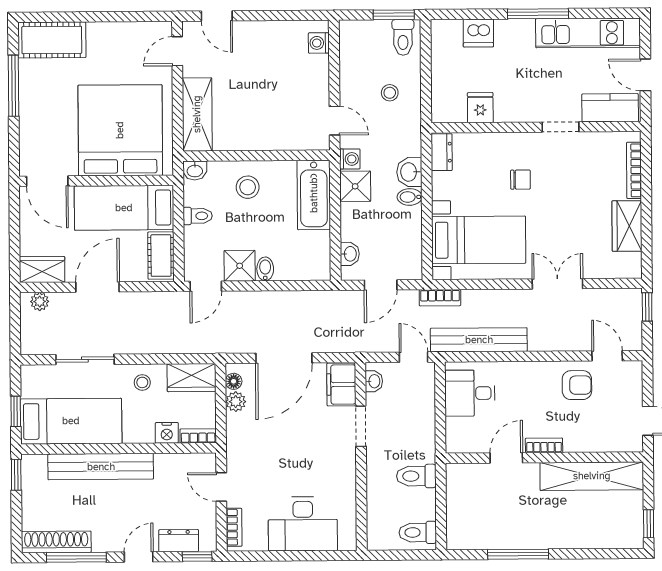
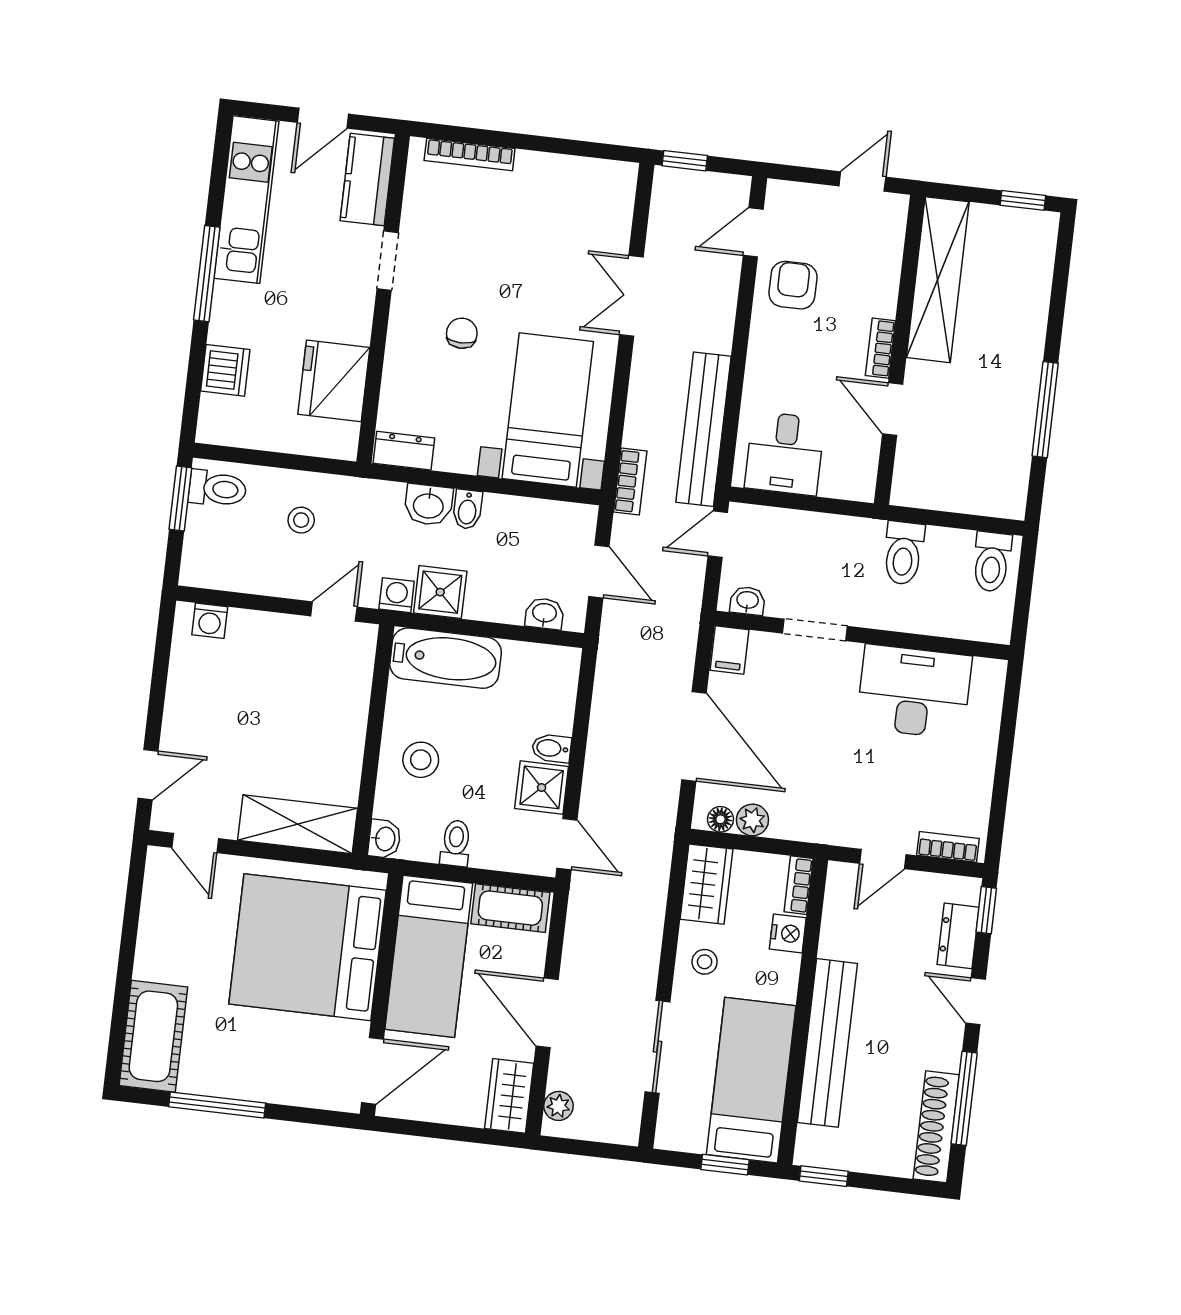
fridge: (480, 108) -> (334, 381), width x1.88, depth x1.34
wardrobe: (627, 226) -> (555, 176), removed
filing cabinet: (341, 384) -> (730, 650), width x0.50
desk: (303, 524) -> (914, 692), moved, turned -90

